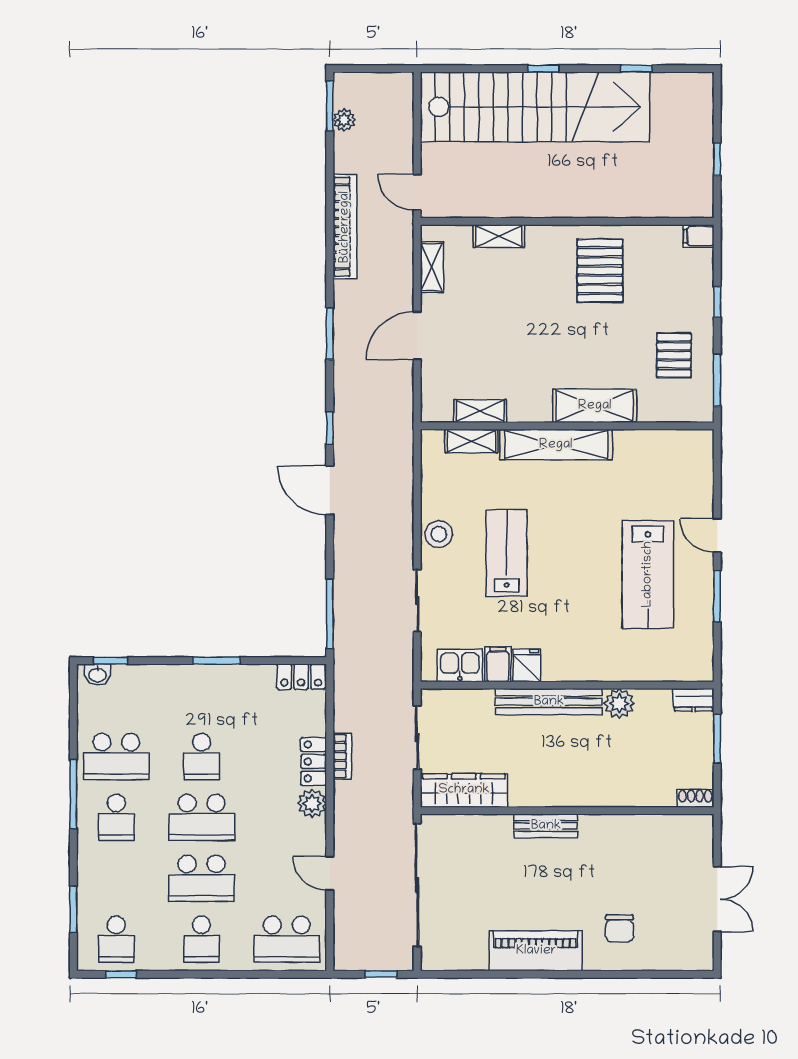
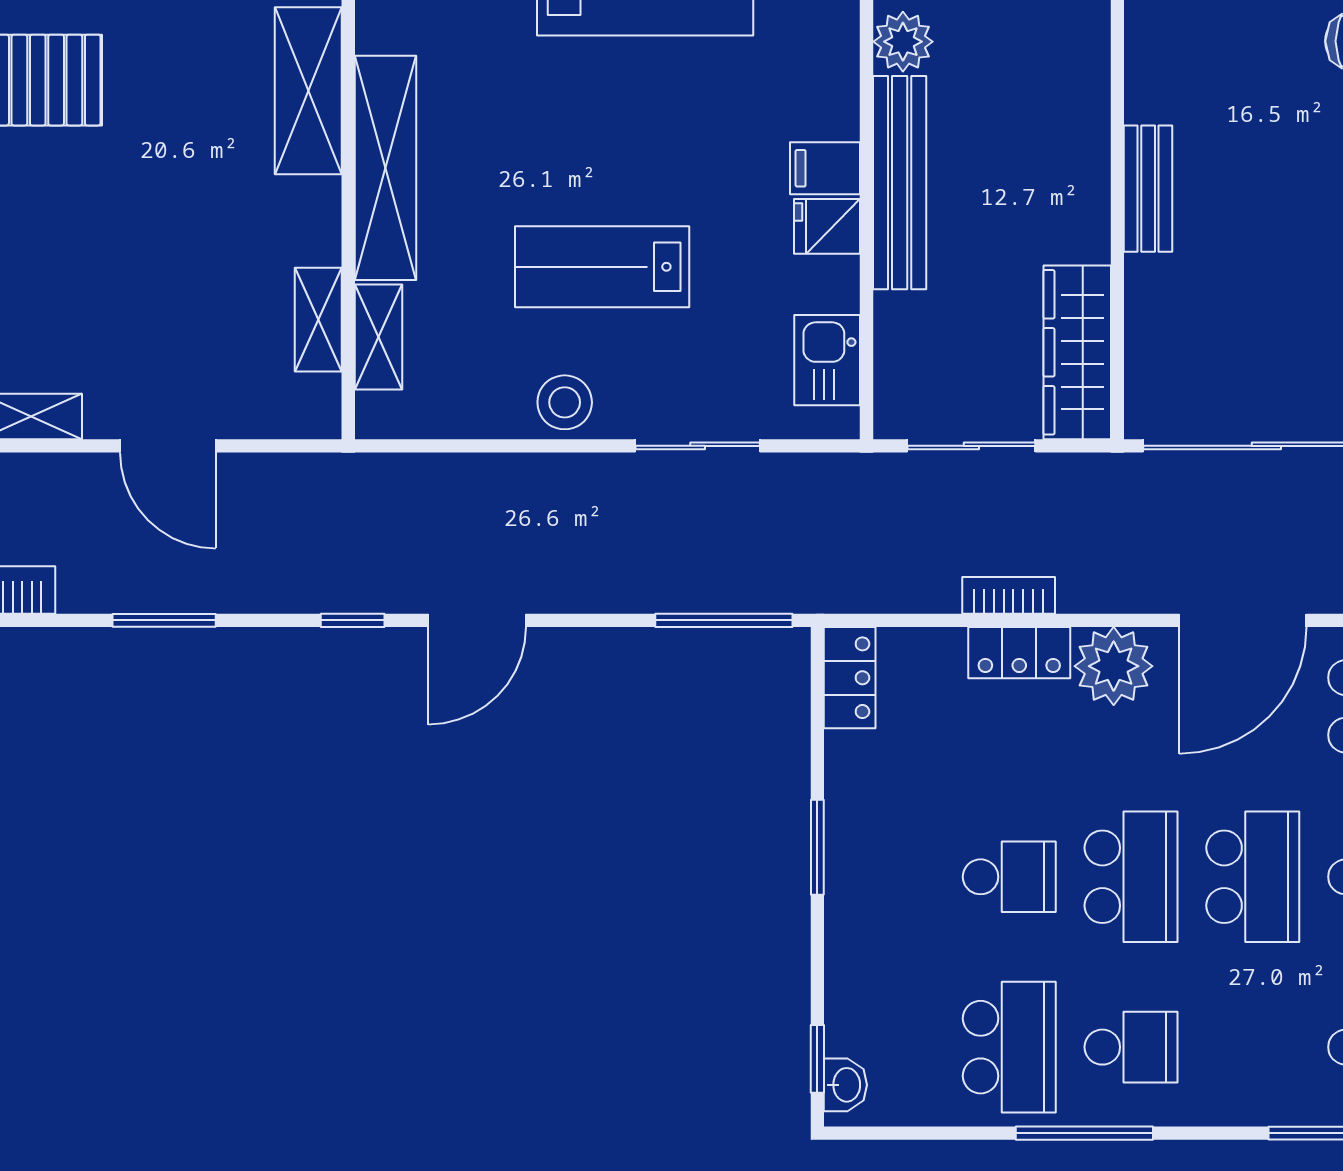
filing cabinet: (498, 664) -> (825, 168), moved
plant: (312, 803) -> (1114, 666), width x1.36, depth x1.36
door: (330, 873) -> (1243, 620), width x1.88

